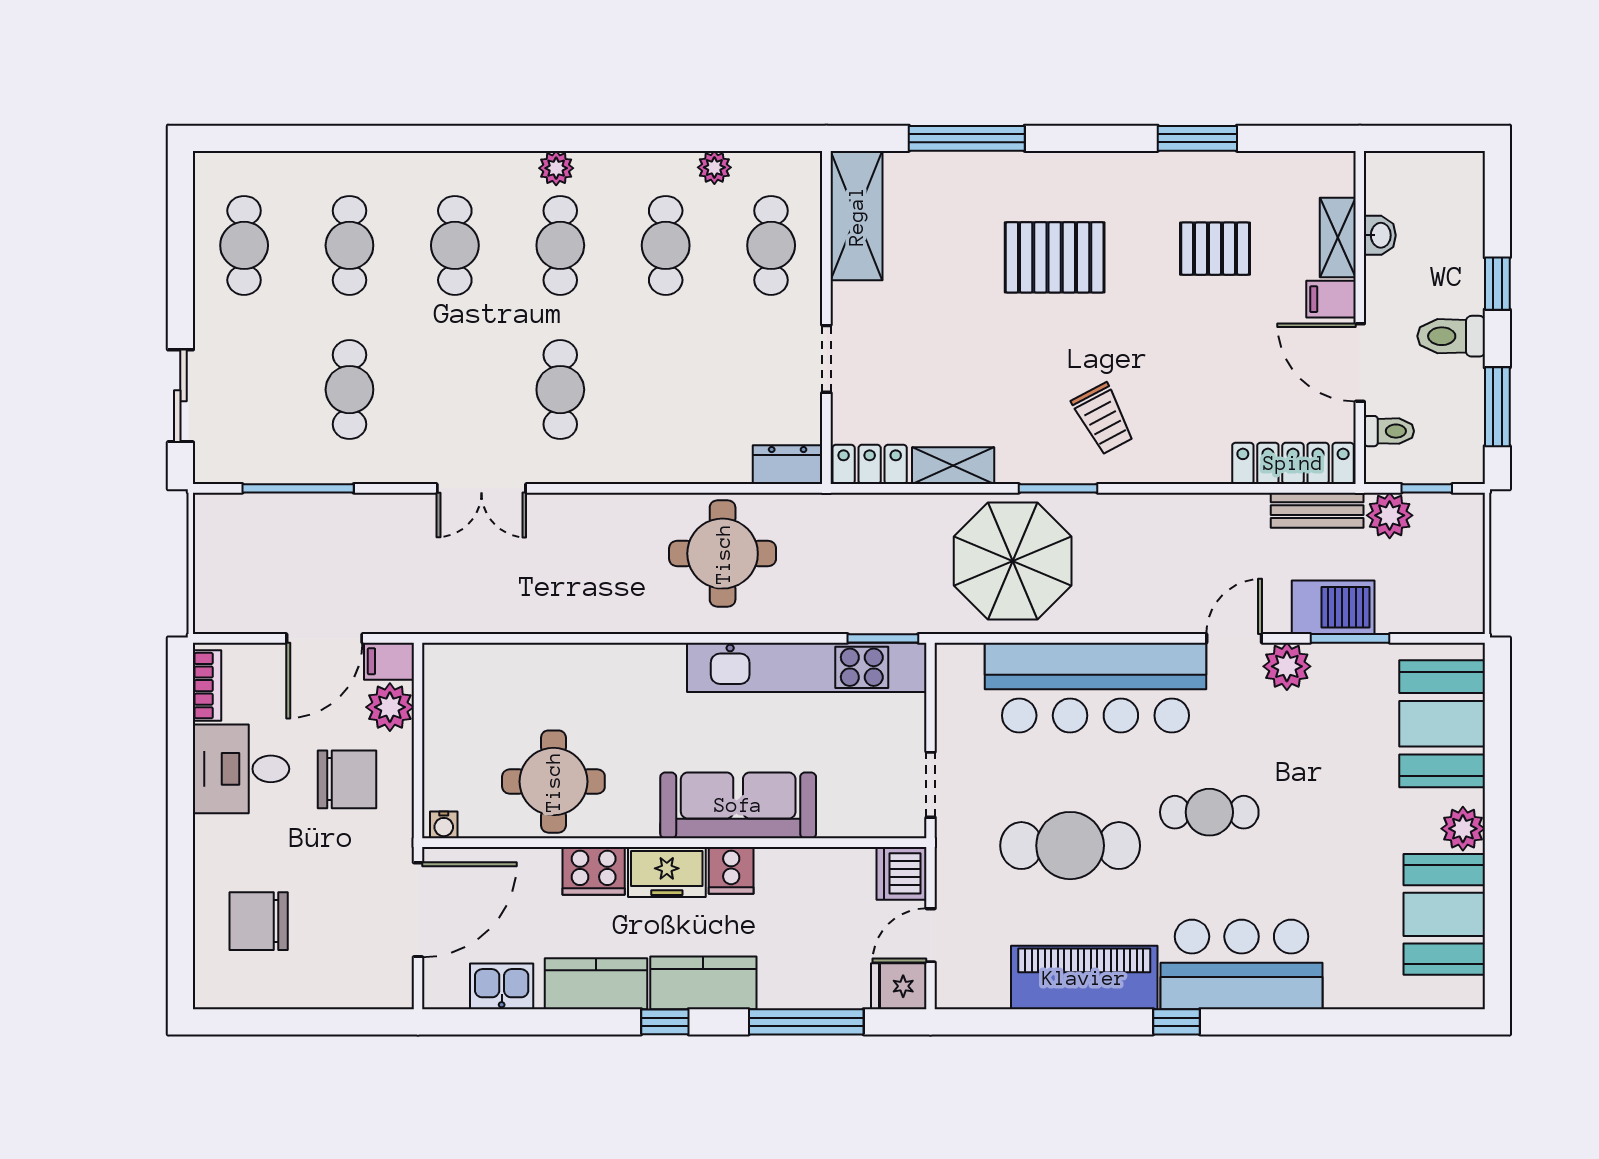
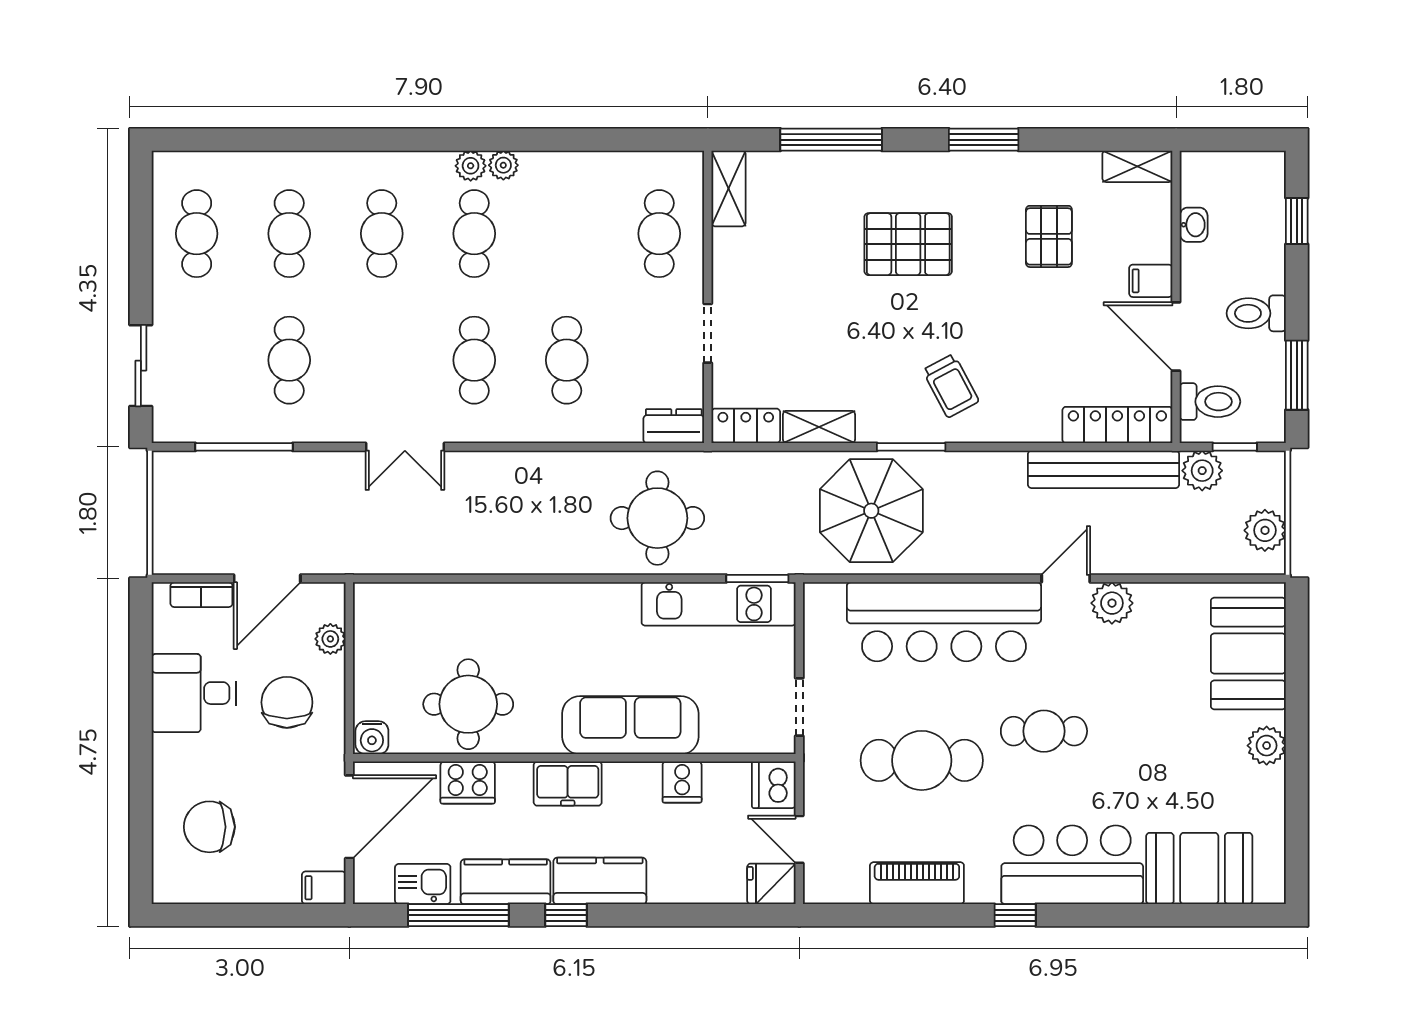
window: (1197, 138) -> (984, 140), moved
plant: (714, 167) -> (503, 165), moved
shelving: (856, 216) -> (729, 188), width x0.67, depth x0.75
shelving: (1338, 237) -> (1137, 166), moved, turned 90
cafe table: (666, 245) -> (567, 360), moved
pallet: (1215, 249) -> (1049, 236), turned 90
window: (1497, 284) -> (1297, 221), moved
toilet: (1389, 431) -> (1210, 402), width x1.37, depth x1.39
bench: (1317, 510) -> (1104, 469), width x1.86, depth x1.21
round table: (723, 554) -> (657, 518), moved
plant: (1461, 583) -> (1265, 530), added
barbecue: (1333, 607) -> (1153, 551), removed
window: (1350, 638) -> (1167, 579), removed
filing cabinet: (389, 661) -> (324, 888), moved
kitchen unit: (807, 667) -> (719, 604), width x0.73
bookcase: (207, 686) -> (201, 595), moved, turned 90
plant: (390, 707) -> (330, 639), width x0.73, depth x0.73
chair: (347, 779) -> (287, 702), turned -90
water cooler: (444, 825) -> (372, 738), width x1.38, depth x1.38
cooker: (731, 870) -> (682, 782), moved
cooker: (594, 871) -> (468, 783), moved
booth: (1444, 914) -> (1199, 868), moved, turned 90
door: (931, 935) -> (799, 839), hinge flipped
piano: (1084, 978) -> (917, 883), width x0.73, depth x0.75
window: (806, 1022) -> (458, 915), moved

